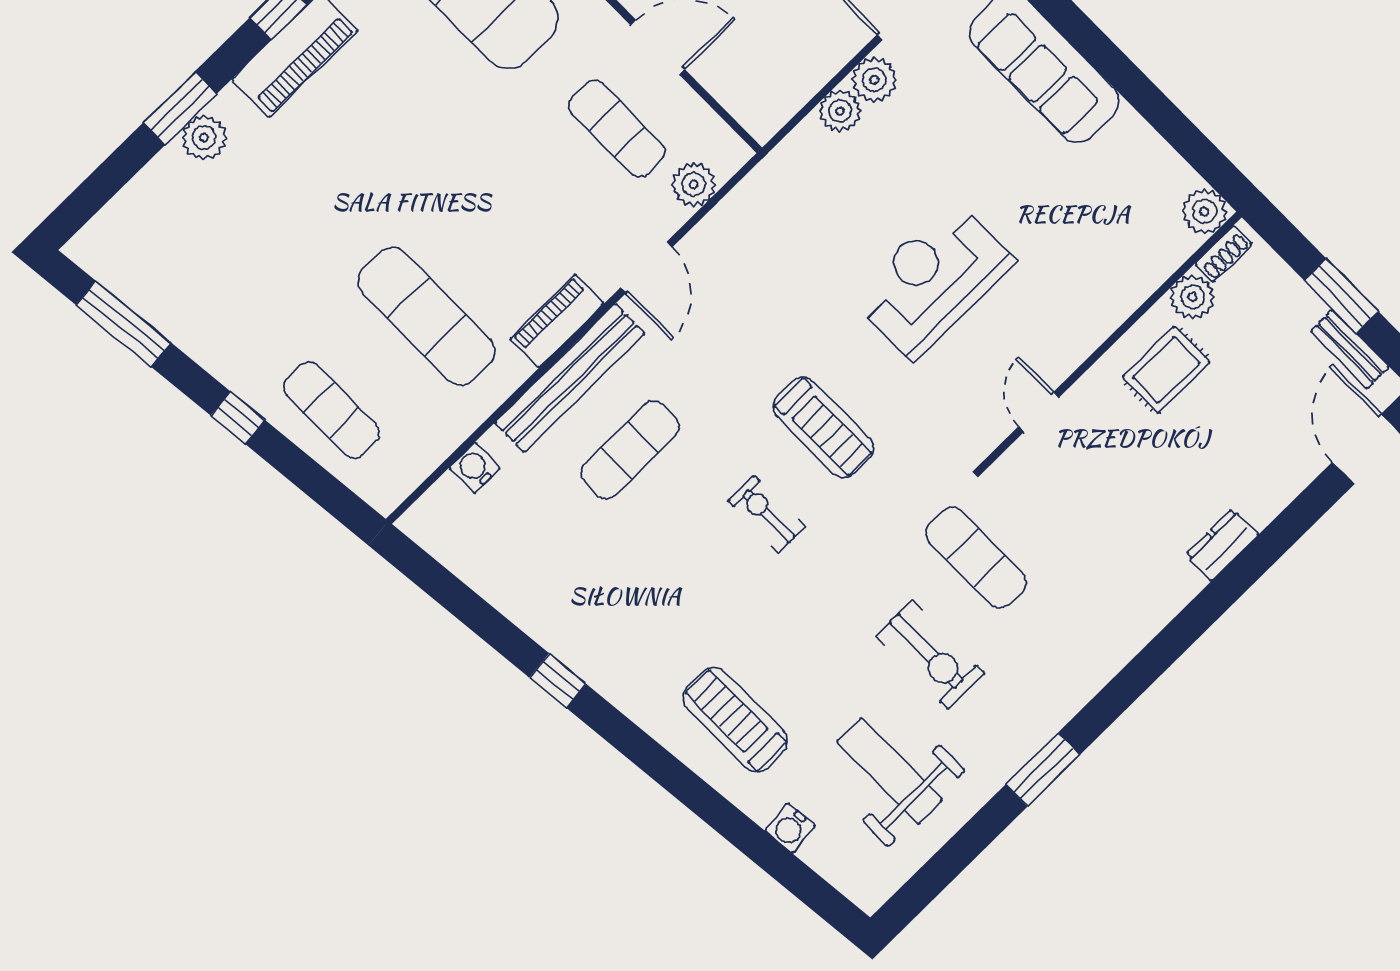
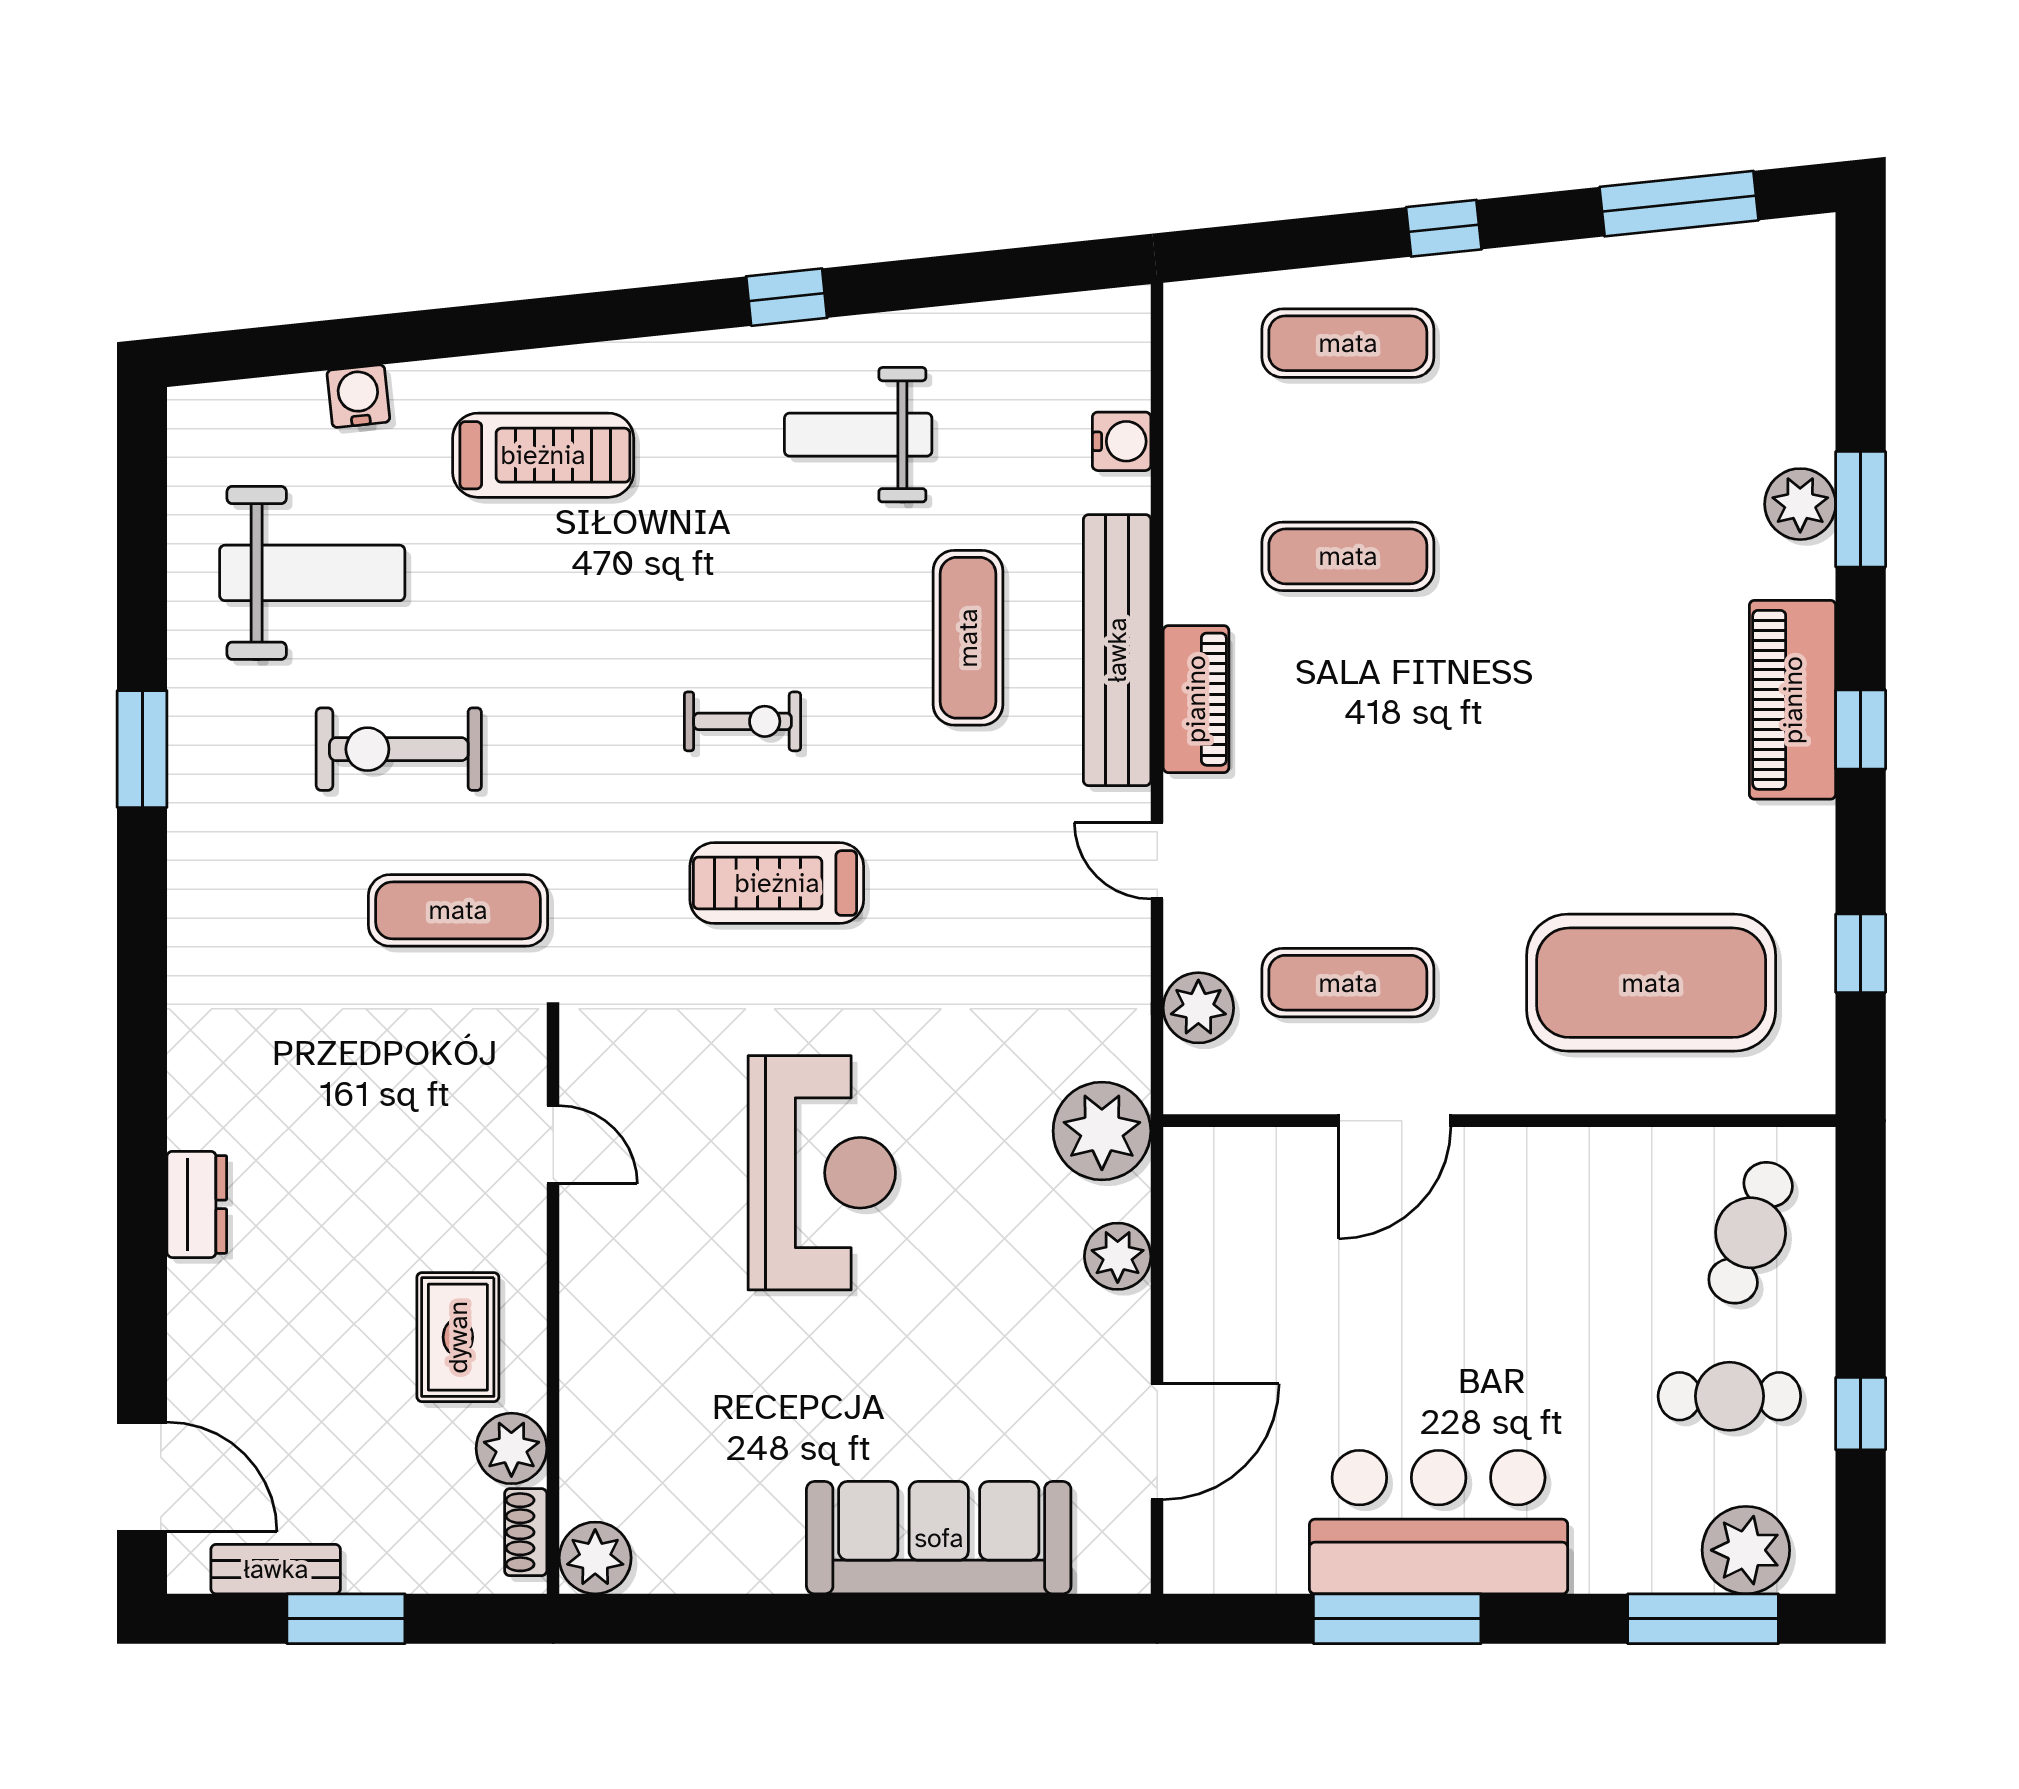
plant: (874, 80) -> (1102, 1131), moved, width x1.36, depth x1.36
door: (646, 267) -> (1157, 861), width x0.73
exercise mat: (426, 316) -> (1348, 556), width x0.73, depth x0.69
weight bench: (588, 588) -> (858, 435), added

